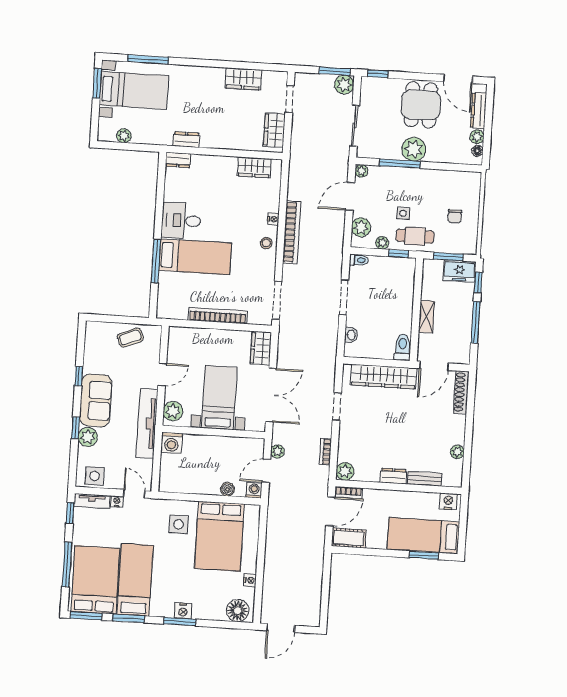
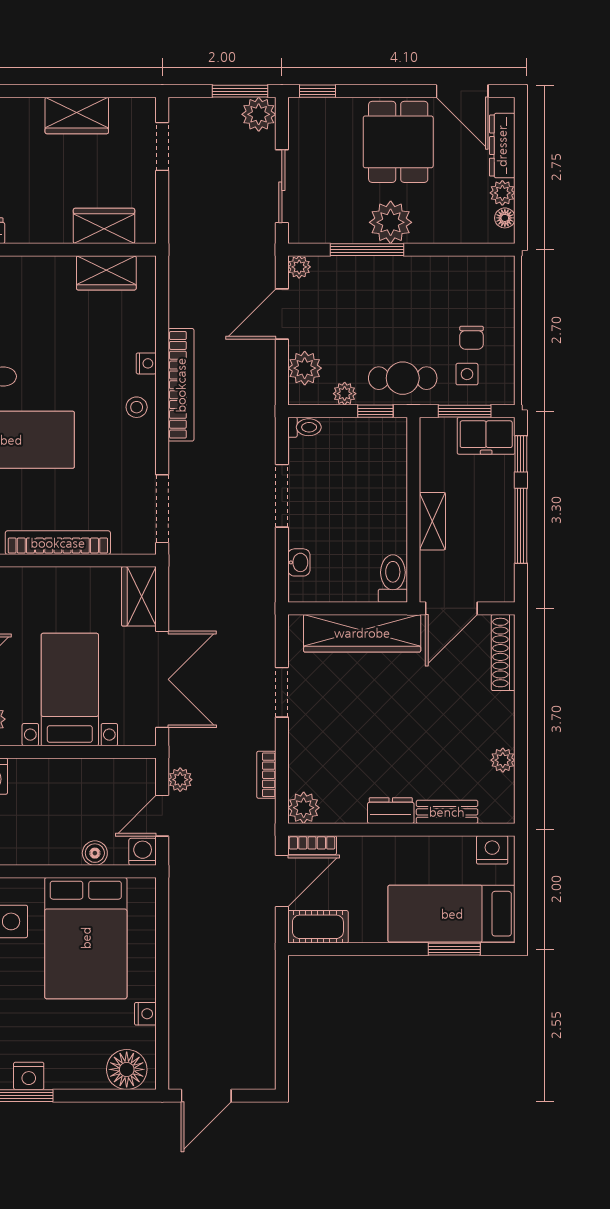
wardrobe: (274, 130) -> (104, 226), moved, turned 90
side table: (403, 213) -> (467, 374), moved

